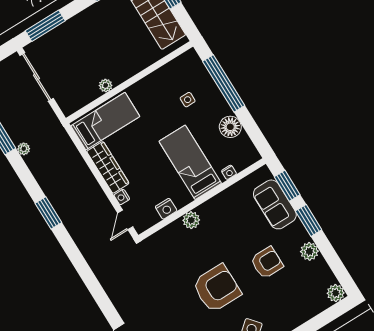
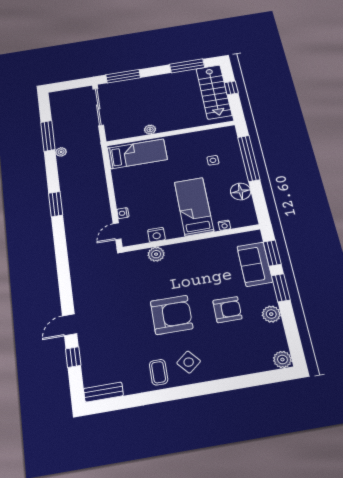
wardrobe: (108, 167) -> (122, 187), removed
plant: (191, 220) -> (156, 254), moved

